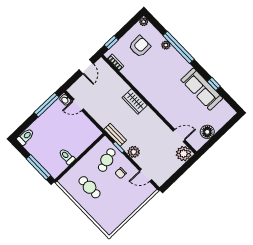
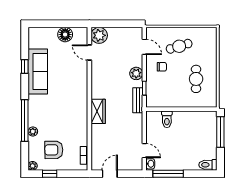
window: (111, 43) -> (50, 174), moved
toilet: (67, 156) -> (167, 119), moved
cafe table: (107, 160) -> (179, 46), moved

